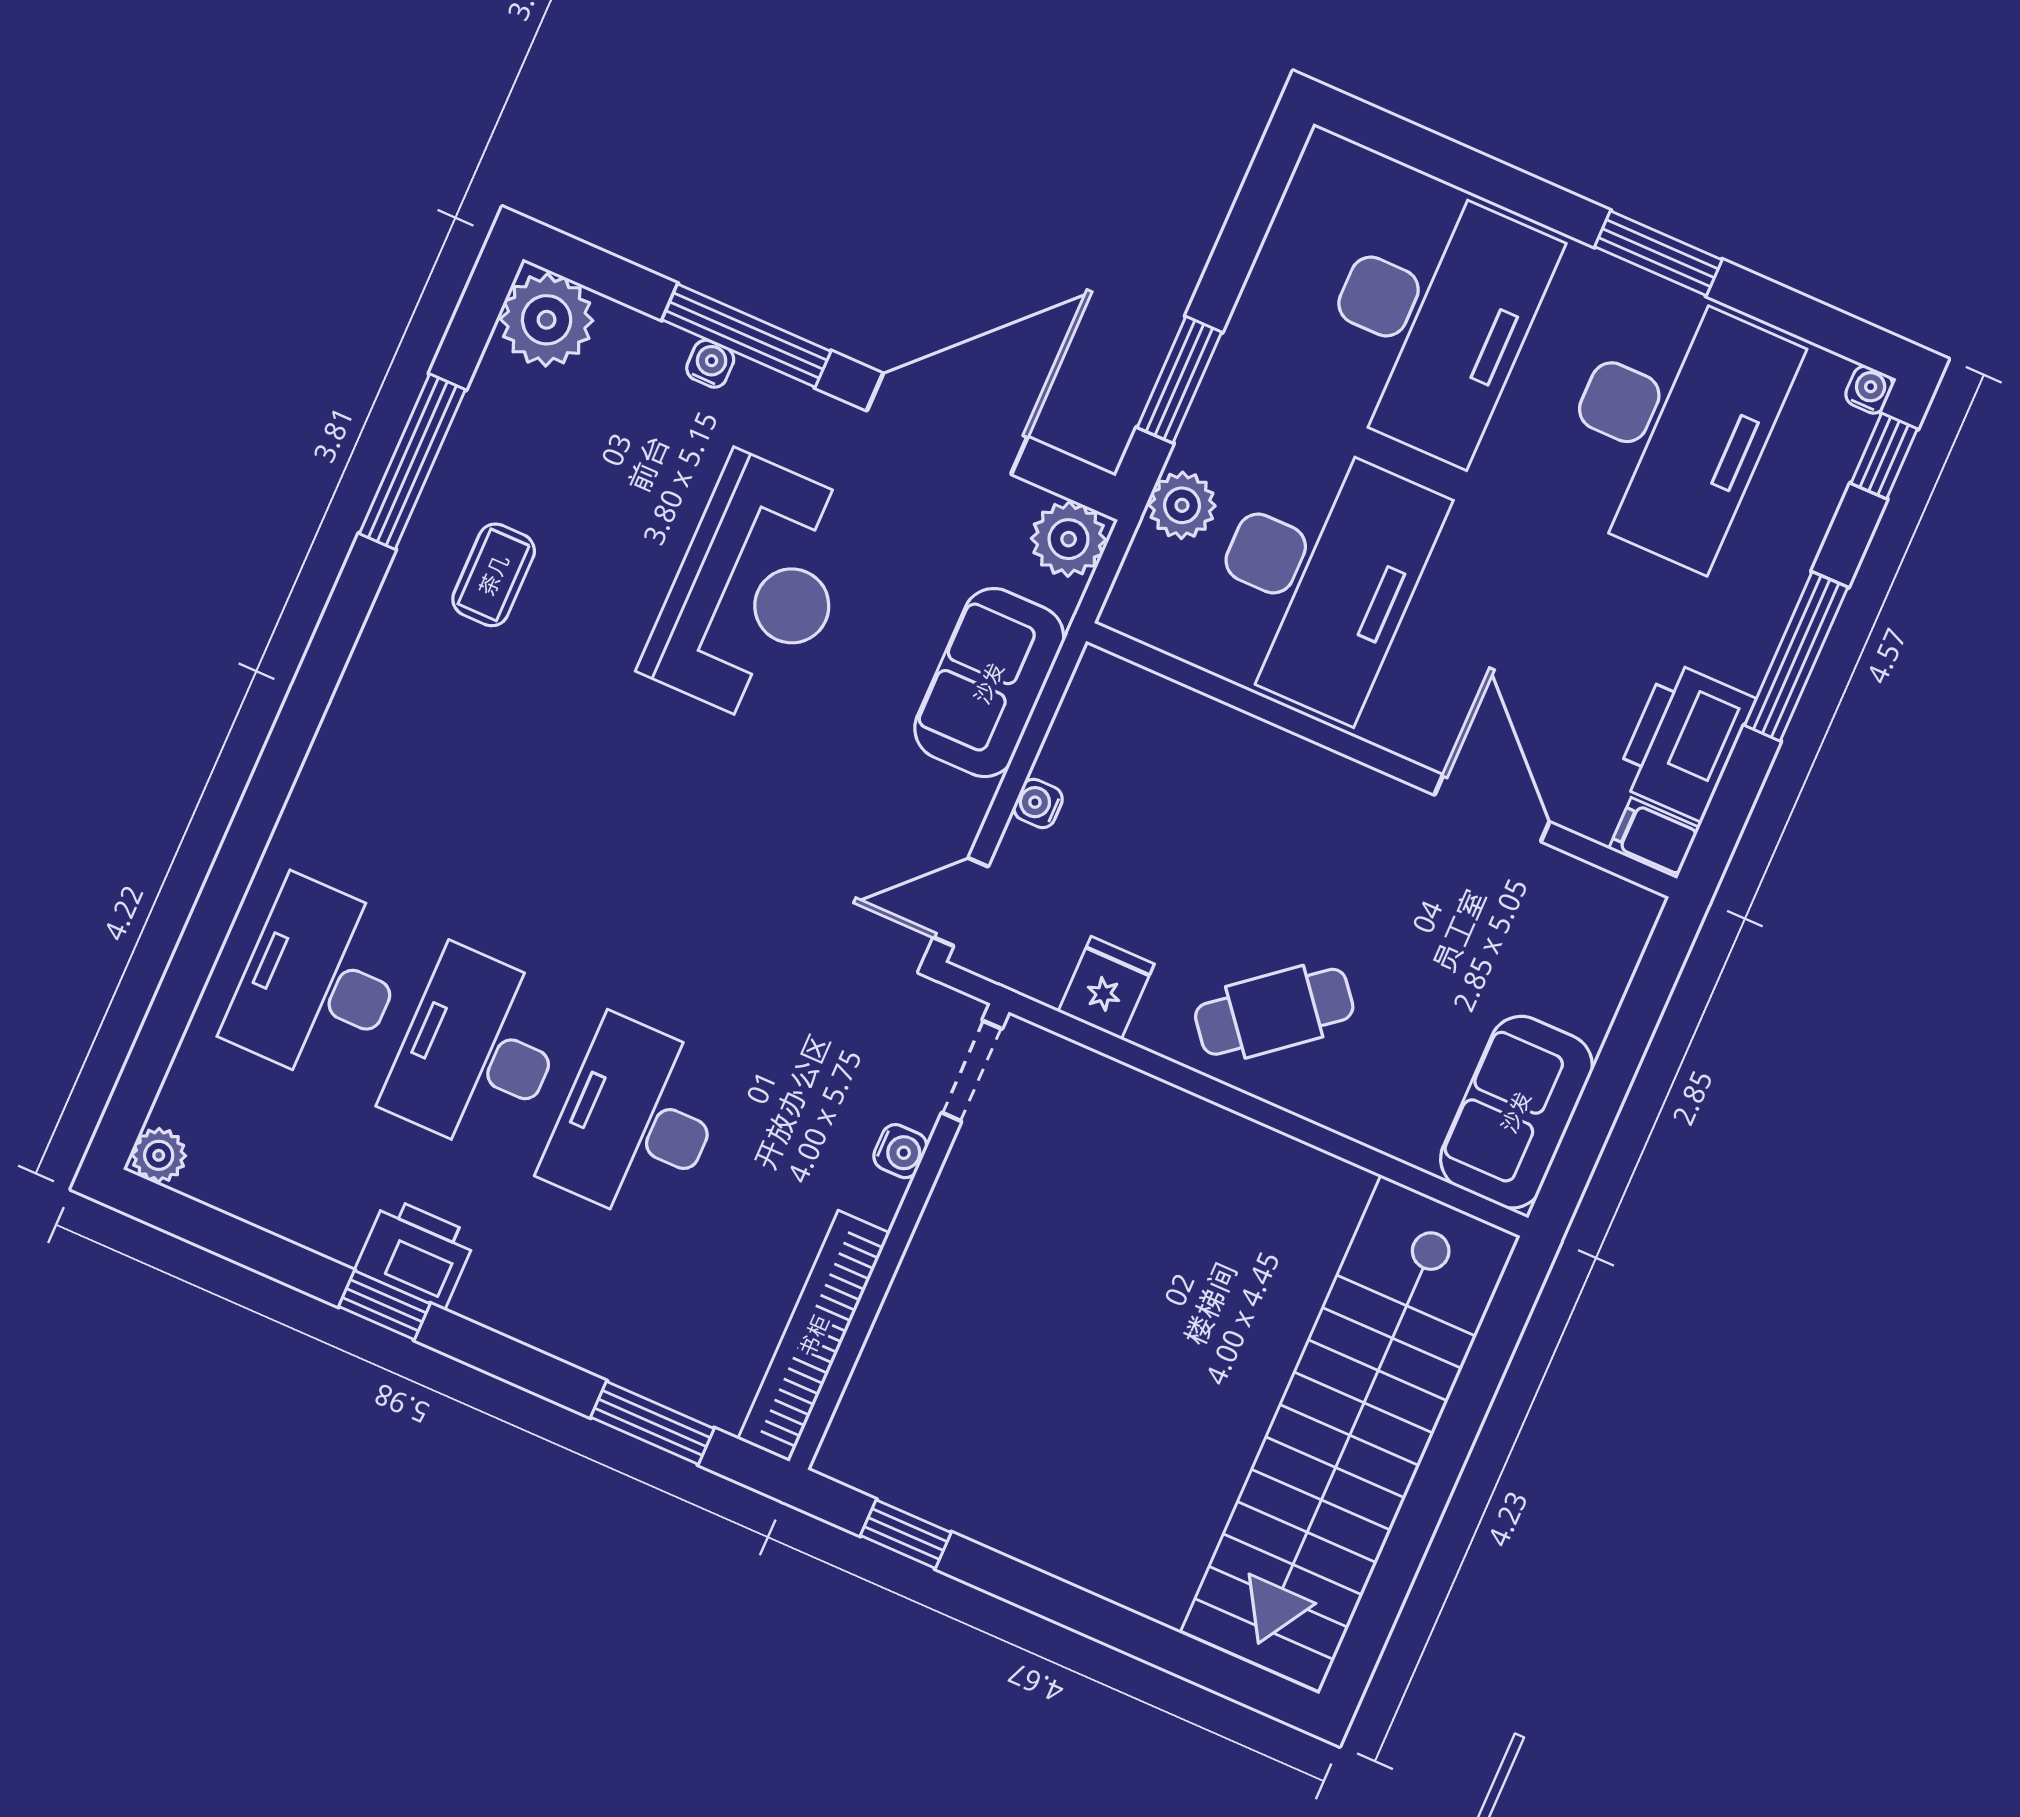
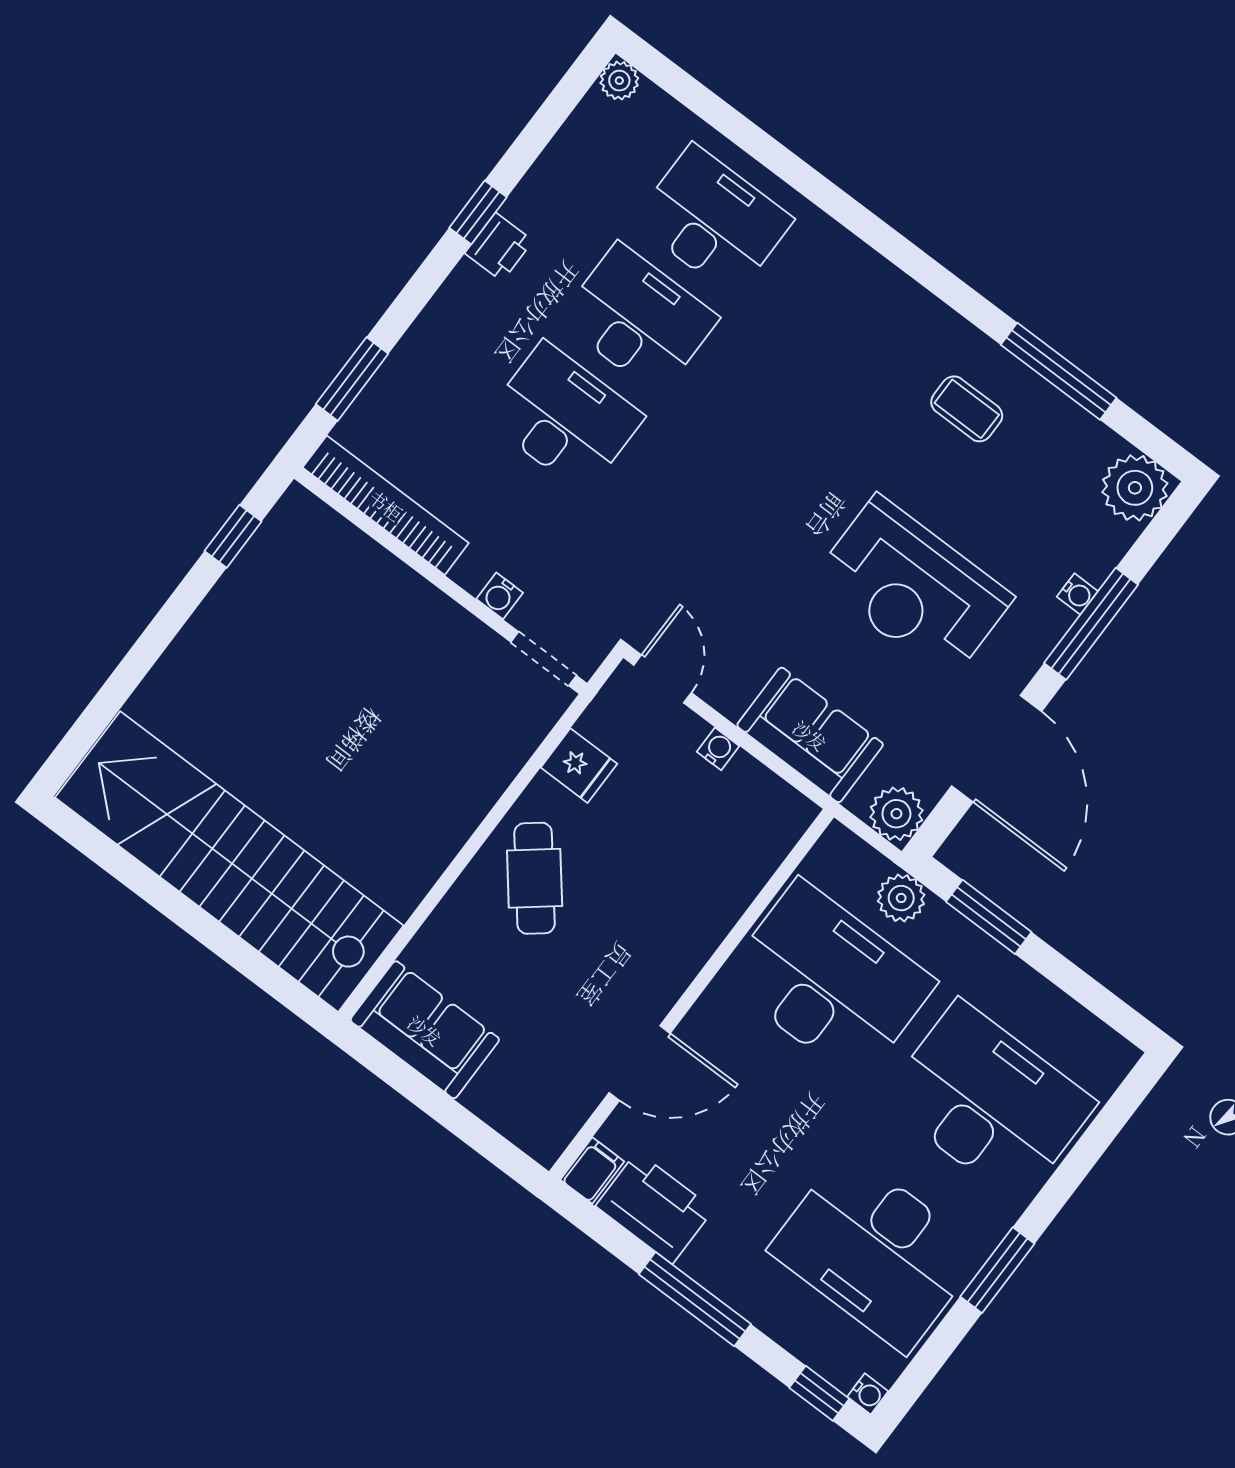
desk: (1431, 320) -> (989, 1102), turned 180
desk: (1318, 577) -> (829, 981), turned 180
printer: (416, 1253) -> (499, 247), width x0.73, depth x0.81

